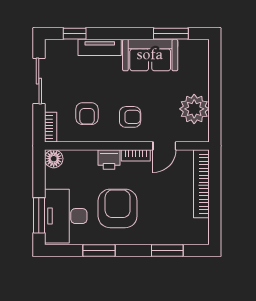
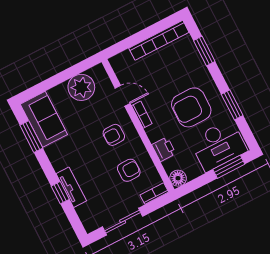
window: (75, 34) -> (60, 193), moved
sofa: (150, 55) -> (44, 119), moved
armchair: (130, 117) -> (114, 135), turned -90
printer: (109, 159) -> (164, 149), moved
bookcase: (201, 184) -> (159, 40), moved

